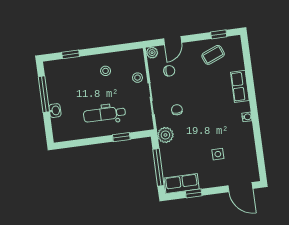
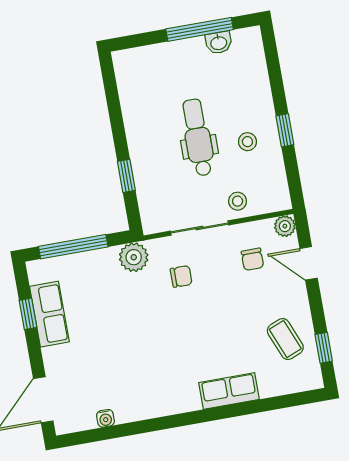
window: (71, 54) -> (285, 130), moved
washbasin: (55, 111) -> (219, 43), moved
dental chair: (104, 114) -> (198, 137), moved
water cooler: (247, 117) -> (105, 418), moved
side table: (218, 154) -> (102, 356), removed
row of seats: (182, 184) -> (49, 314), moved

